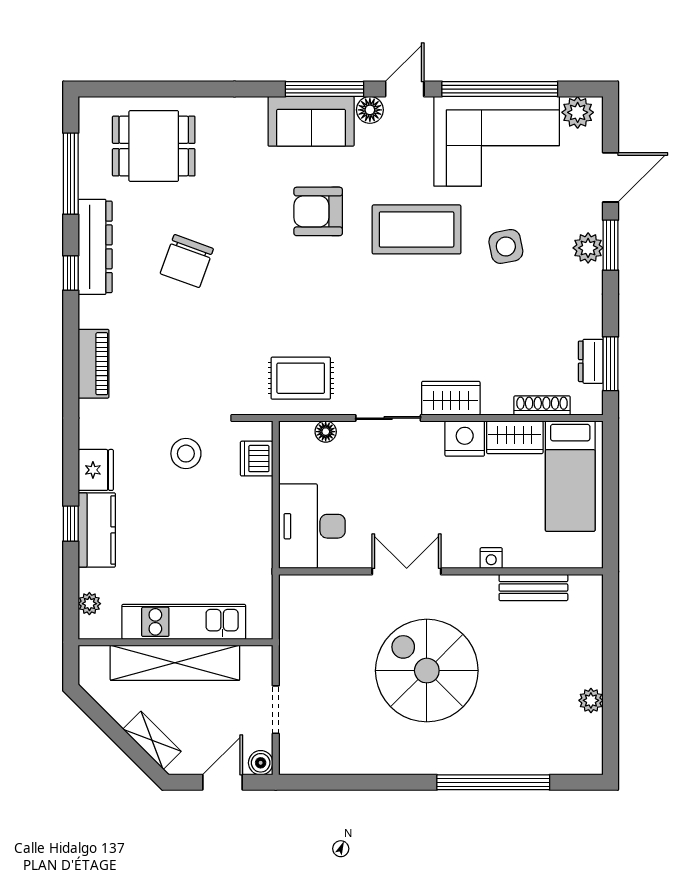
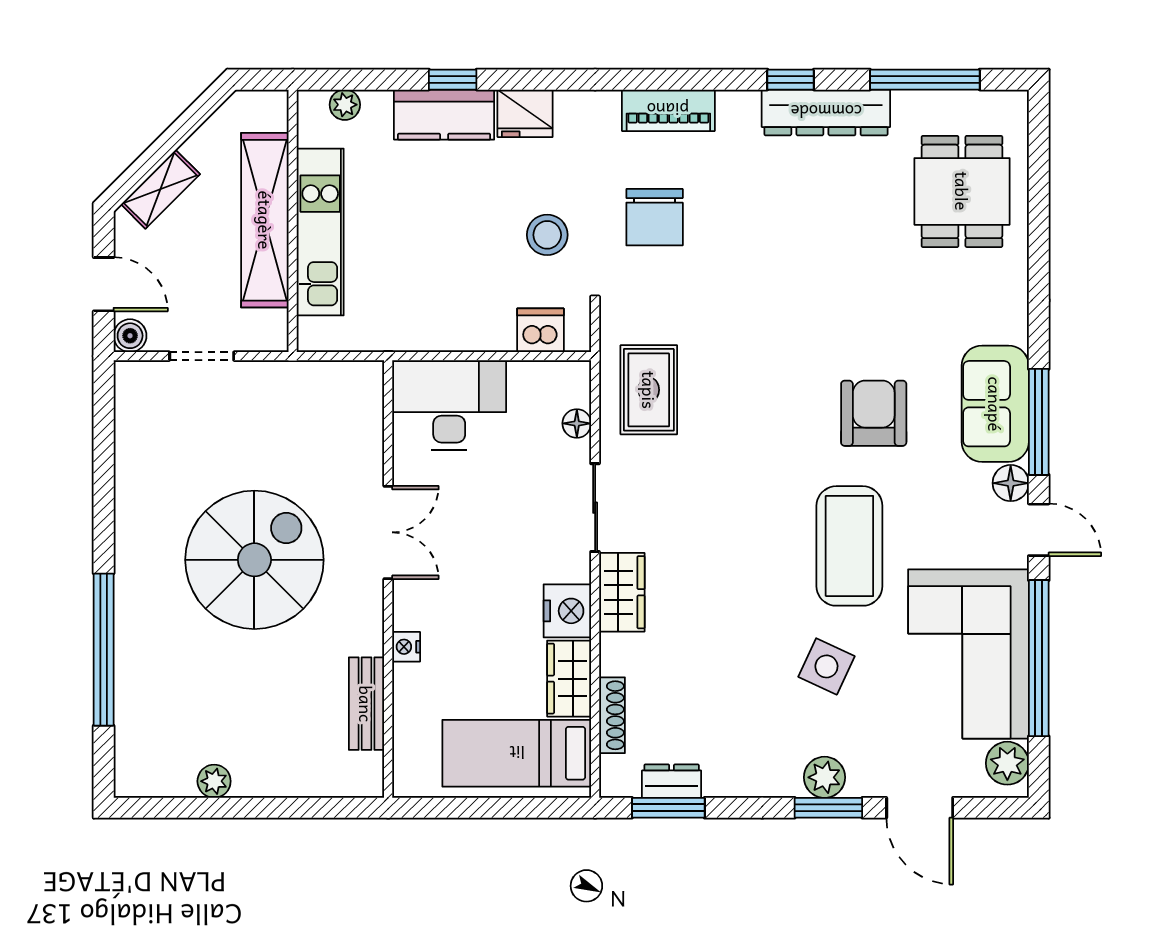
side table: (506, 246) -> (826, 666), turned 36
chair: (187, 261) -> (655, 217), moved, turned -110

